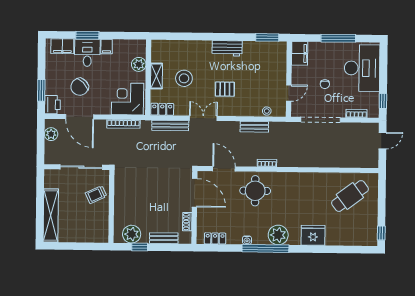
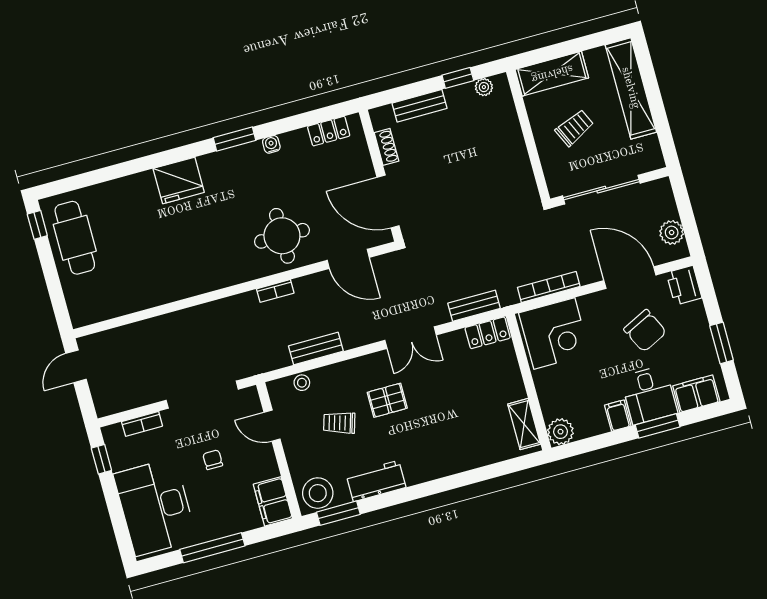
workbench: (227, 48) -> (376, 481), moved
plant: (139, 64) -> (560, 432), moved
shelving: (157, 76) -> (524, 424), moved
stool: (184, 78) -> (318, 493), moved
trolley: (253, 84) -> (339, 423), added
chair: (80, 87) -> (645, 331), turned 109
window: (41, 90) -> (722, 343), moved
door: (289, 93) -> (272, 426), hinge flipped
bench: (170, 126) -> (474, 306), width x0.73
door: (382, 141) -> (76, 366), moved
trolley: (96, 195) -> (574, 128), moved
cafe table: (350, 196) -> (75, 238), moved, turned -53
plant: (132, 234) -> (484, 87), width x0.53, depth x0.53
shelving: (90, 235) -> (552, 74), added
plant: (278, 235) -> (219, 169), removed
fridge: (313, 235) -> (179, 180), moved
window: (265, 248) -> (234, 139), width x0.47

